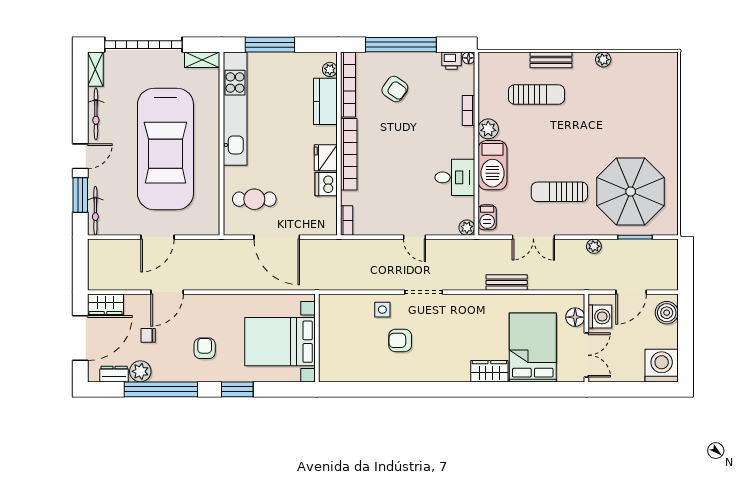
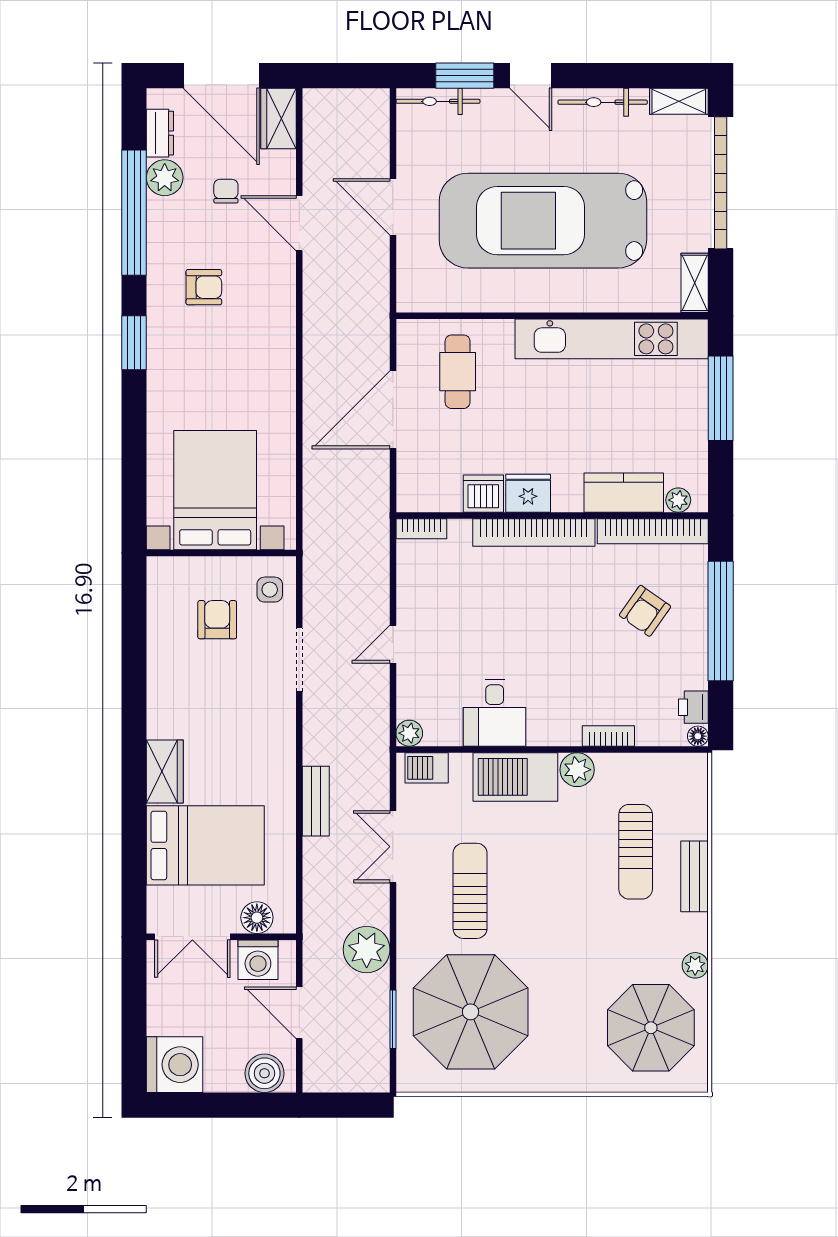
parasol: (640, 86) -> (651, 1028), added
plant: (594, 246) -> (367, 950), width x1.88, depth x1.88
wall: (317, 338) -> (221, 553), moved
bed with nightstands: (280, 342) -> (215, 490), moved

